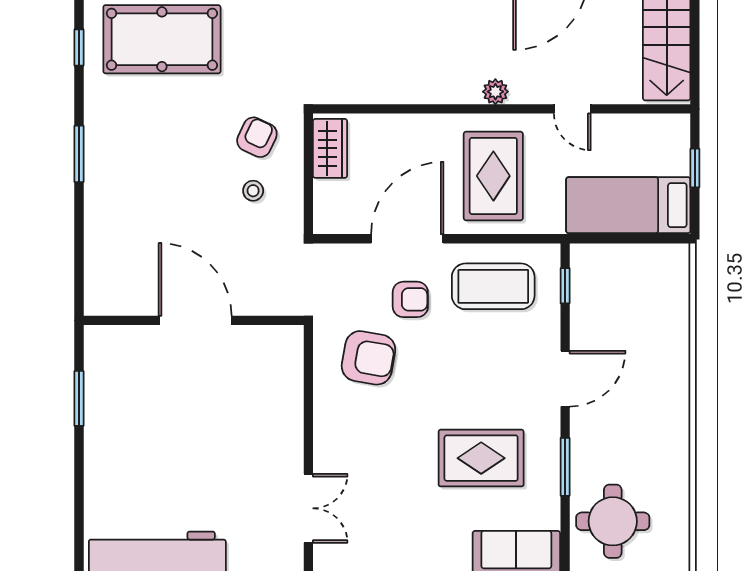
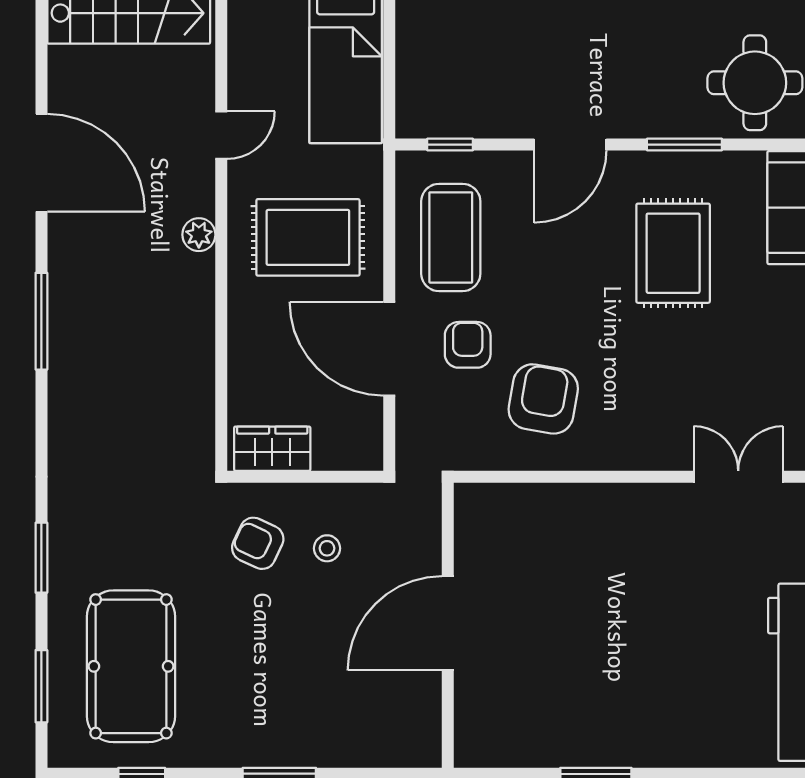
wall: (194, 320) -> (448, 625), moved
door: (195, 320) -> (448, 623), moved
door: (565, 379) -> (570, 145), swing flipped

